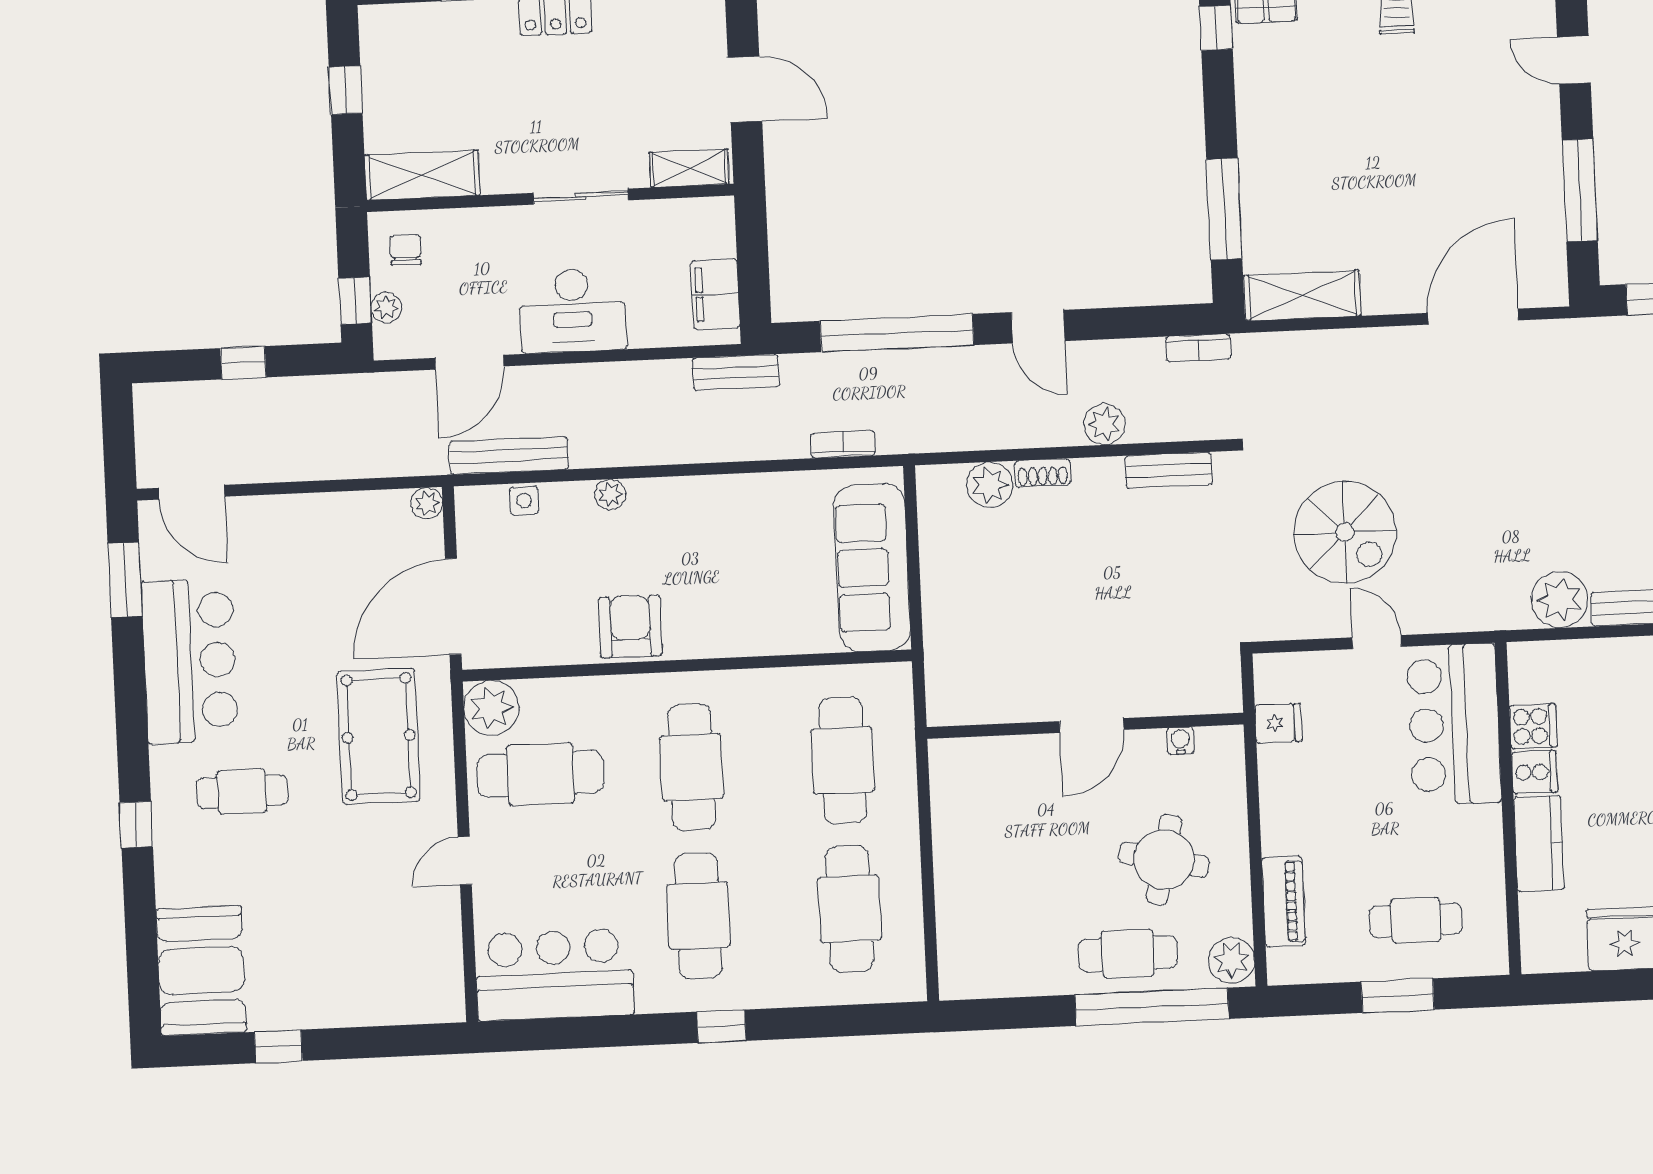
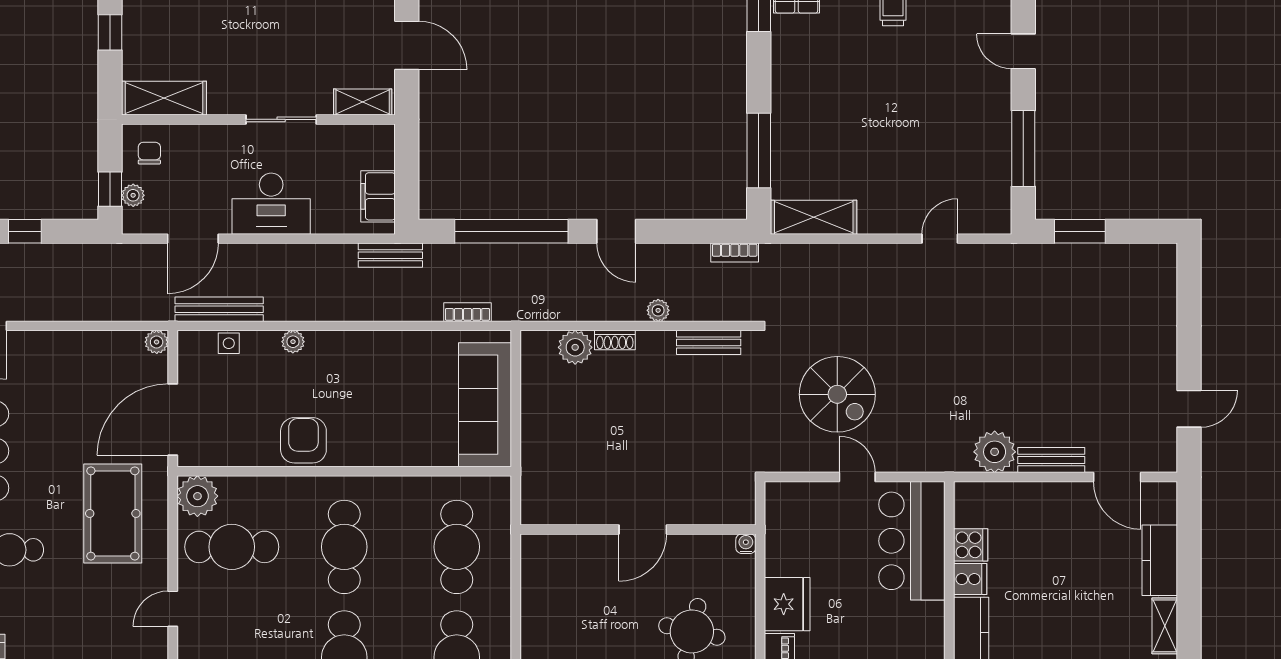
door: (1473, 317) -> (940, 239), width x0.53
plant: (1104, 424) -> (658, 310), width x0.73, depth x0.73
fridge: (1278, 723) -> (787, 604), moved, width x1.88, depth x1.34
water cooler: (1180, 741) -> (746, 544), moved

